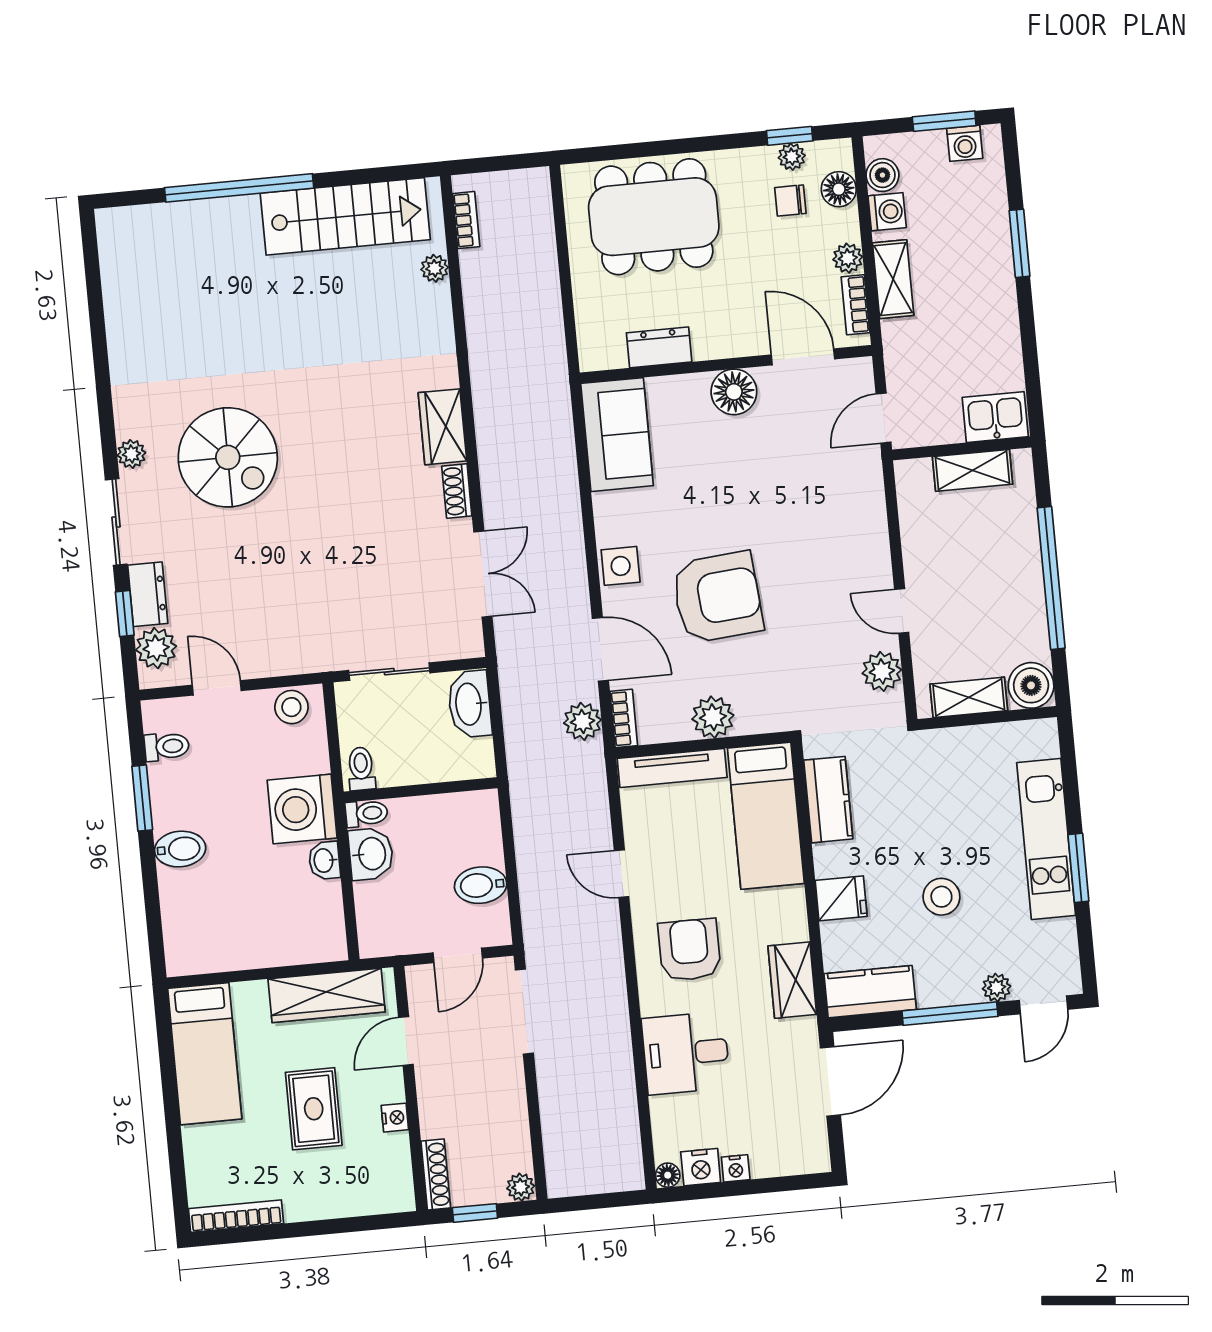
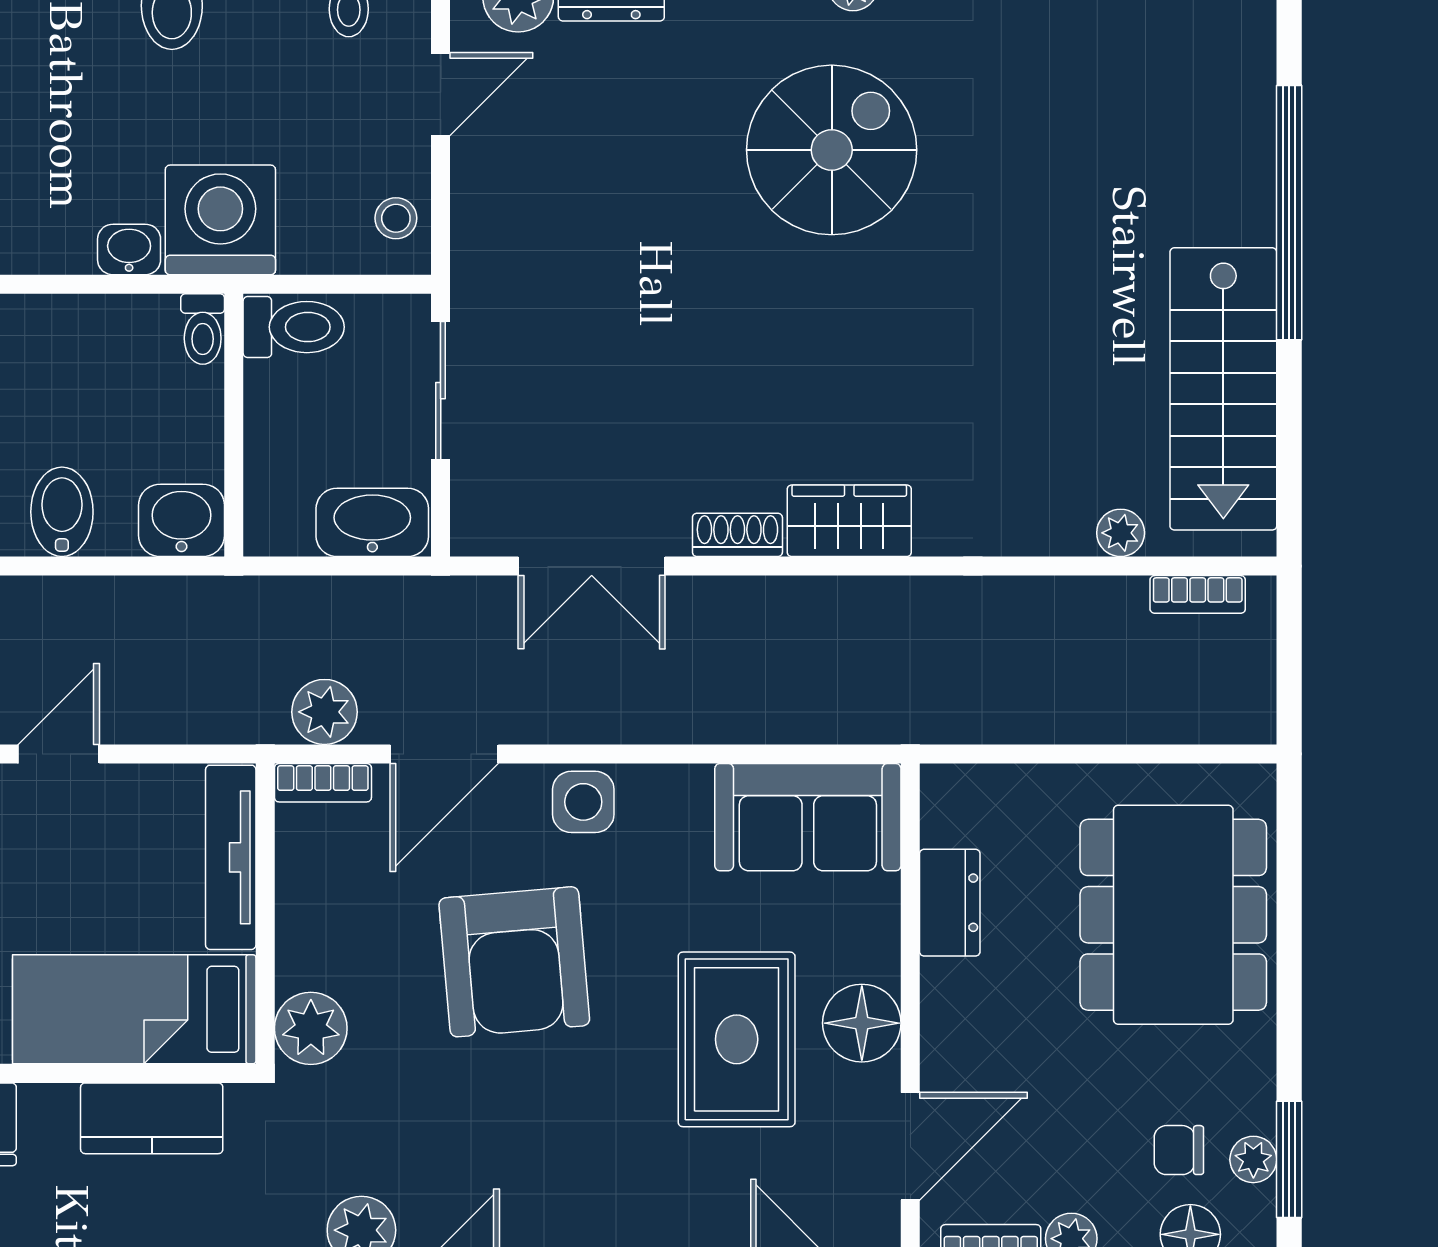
window: (790, 136) -> (1289, 1159), width x1.50
chair: (790, 200) -> (1179, 1150), turned -90
spiral stairs: (228, 457) -> (832, 150), turned 180
rug: (750, 464) -> (737, 1039), added
stool: (291, 707) -> (396, 218), width x0.73, depth x0.73
plant: (713, 717) -> (311, 1028), moved
toilet: (361, 769) -> (294, 327), width x1.37, depth x1.39
washbasin: (371, 854) -> (182, 520), moved, turned 180

